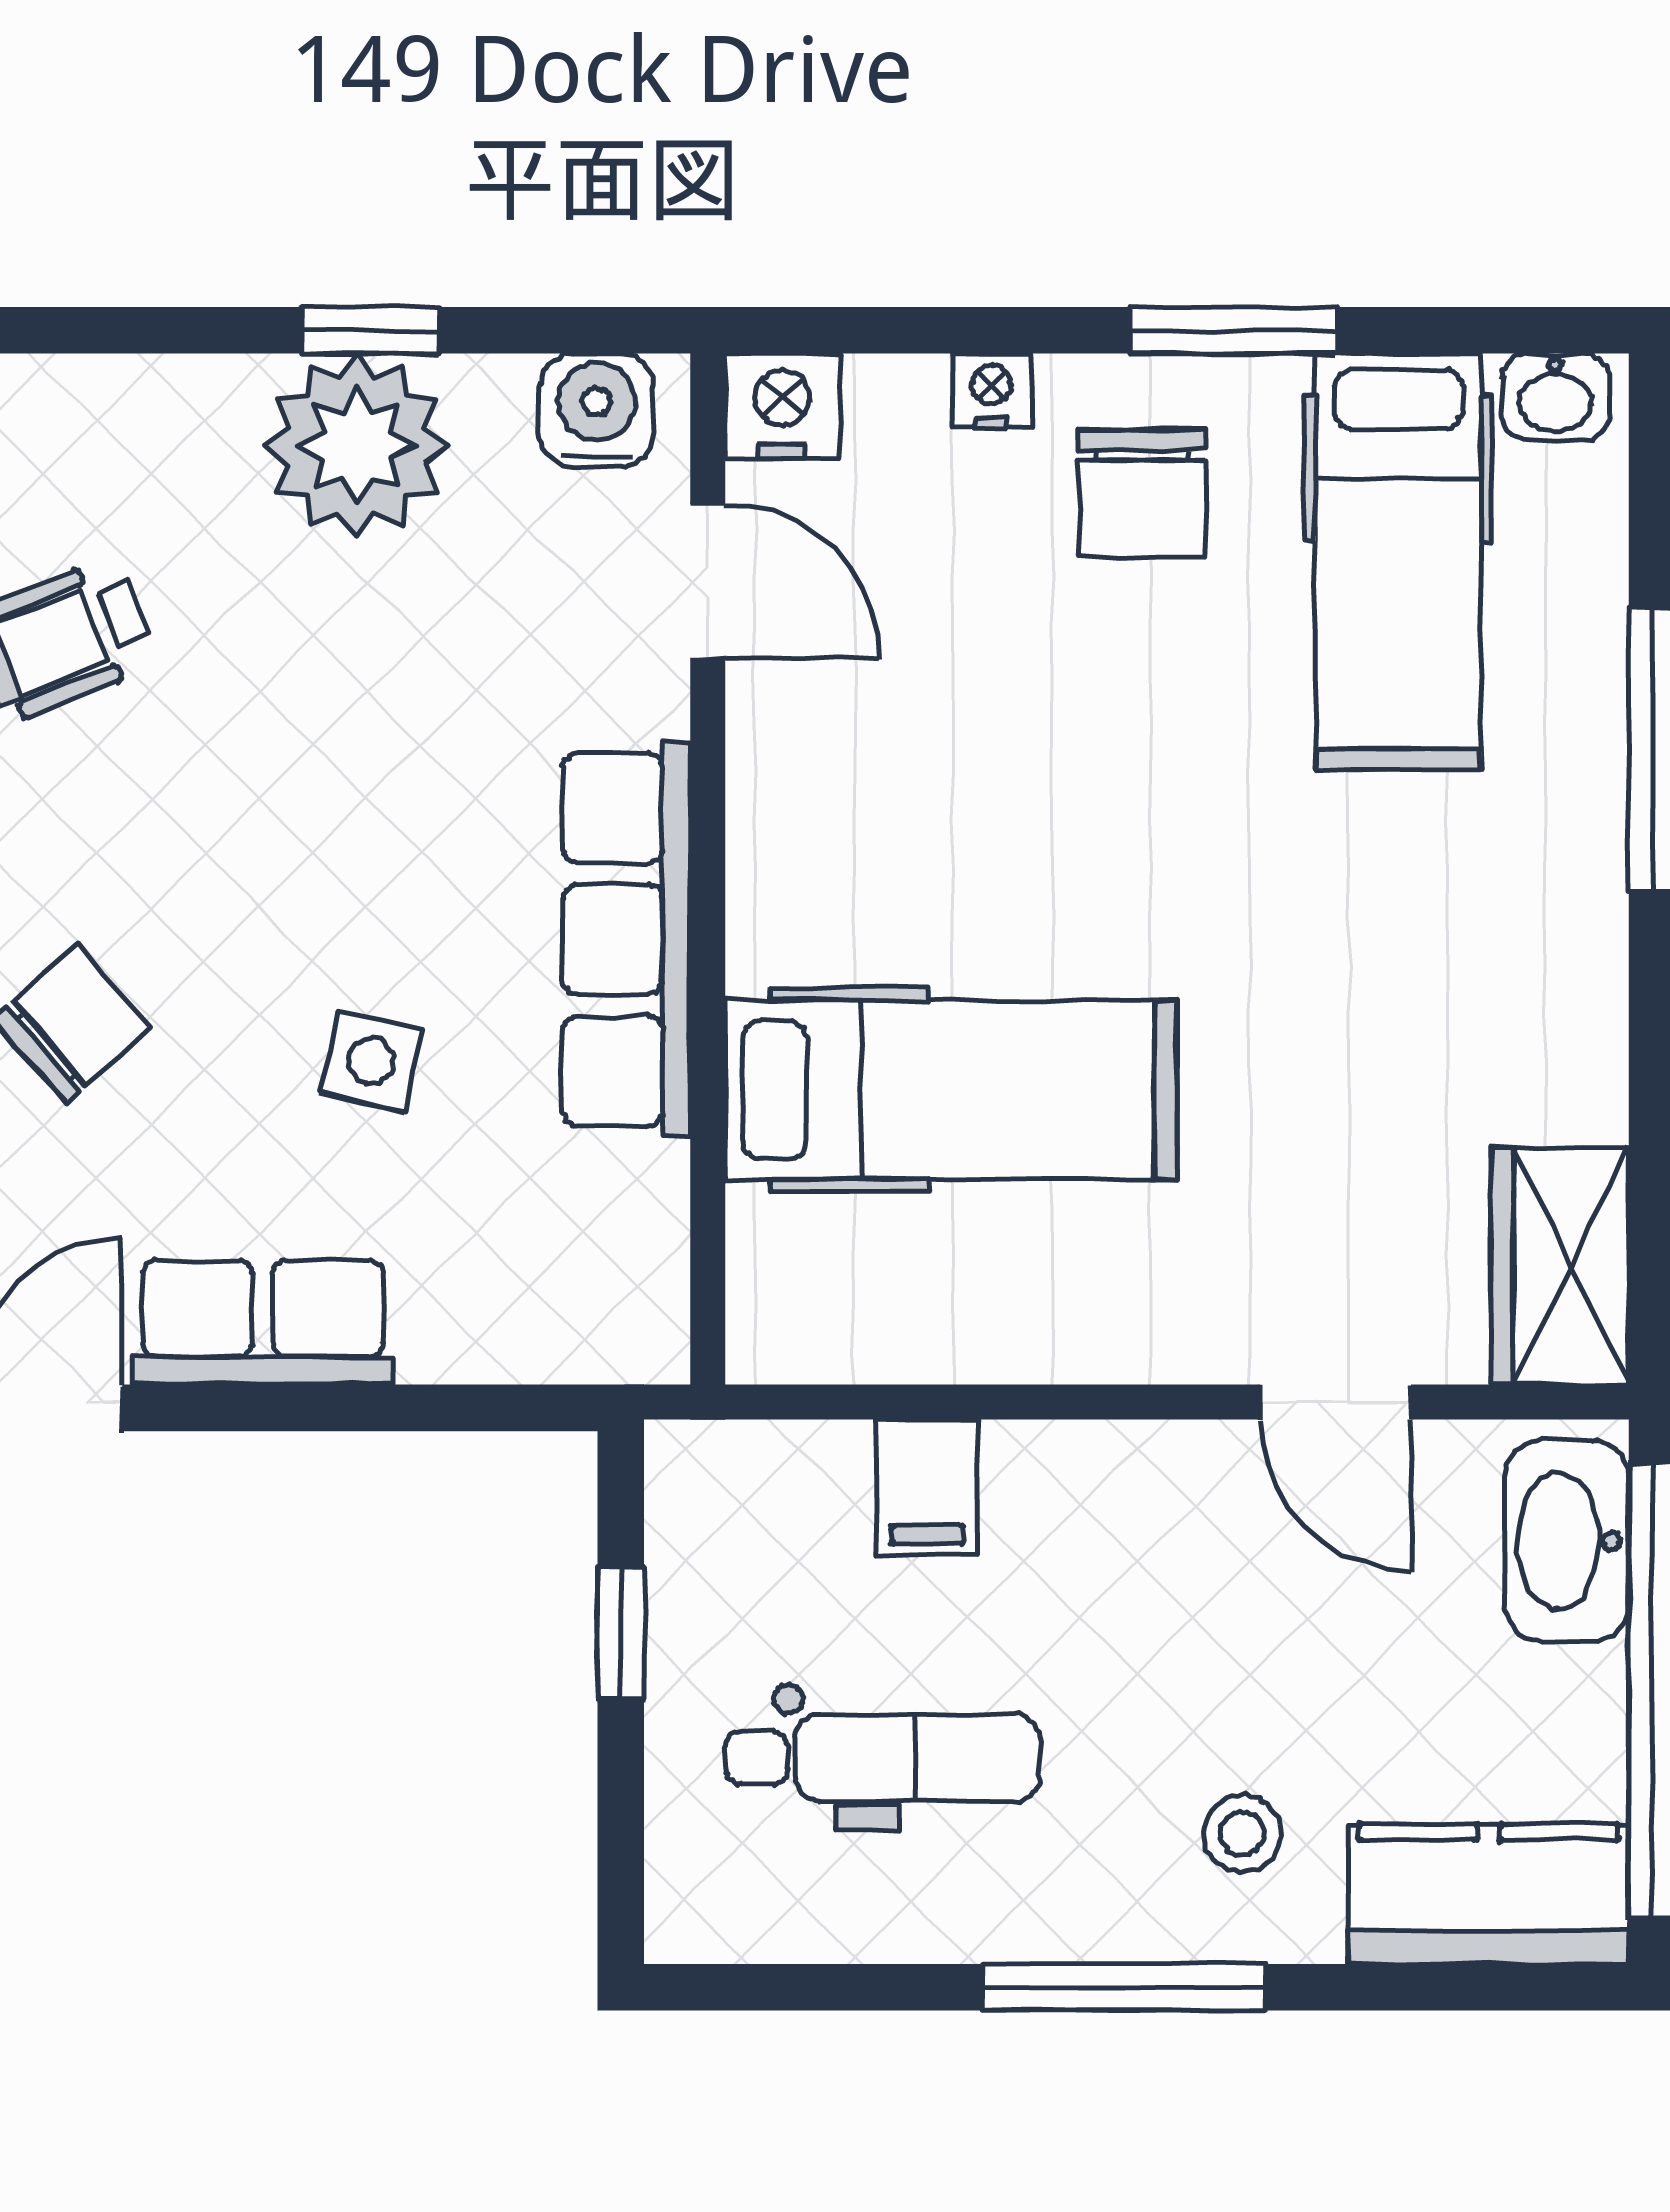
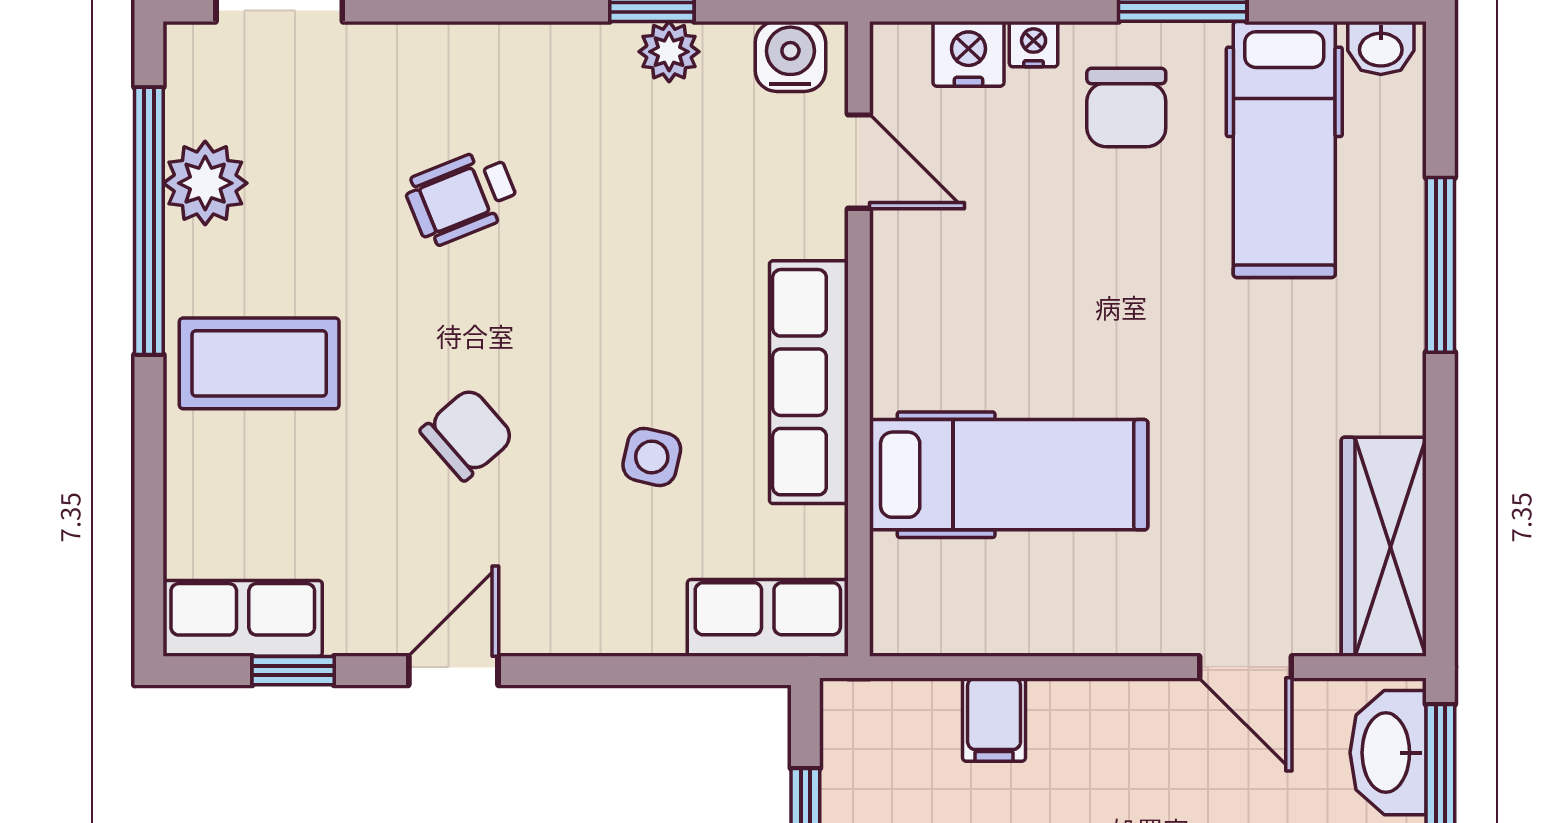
nightstand: (782, 406) -> (968, 54), moved
plant: (356, 445) -> (669, 52), width x0.53, depth x0.53
wardrobe: (1560, 1266) -> (1384, 547), width x1.50
row of seats: (263, 1322) -> (768, 618), moved

